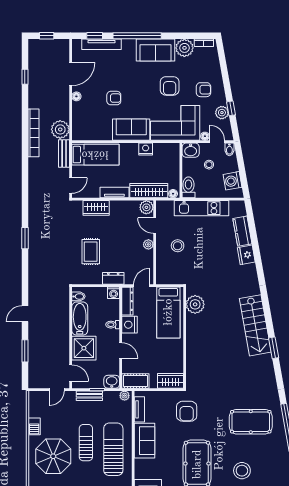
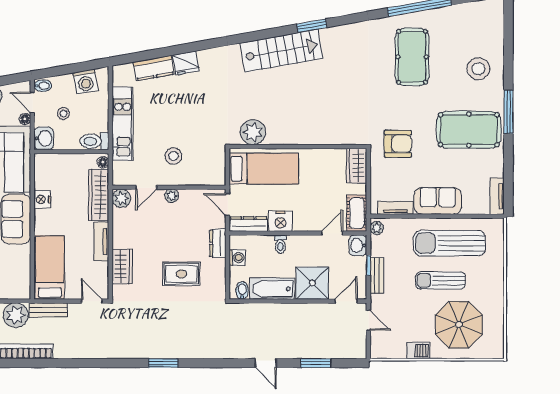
door: (217, 142) -> (32, 102), hinge flipped
washing machine: (114, 293) -> (237, 258), moved
door: (121, 351) -> (332, 233), moved

